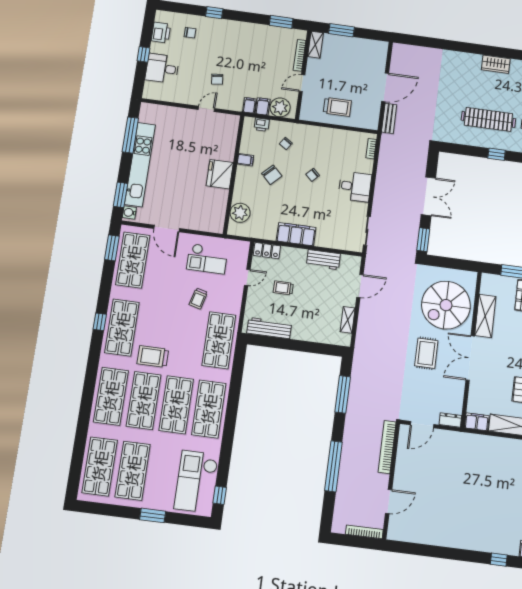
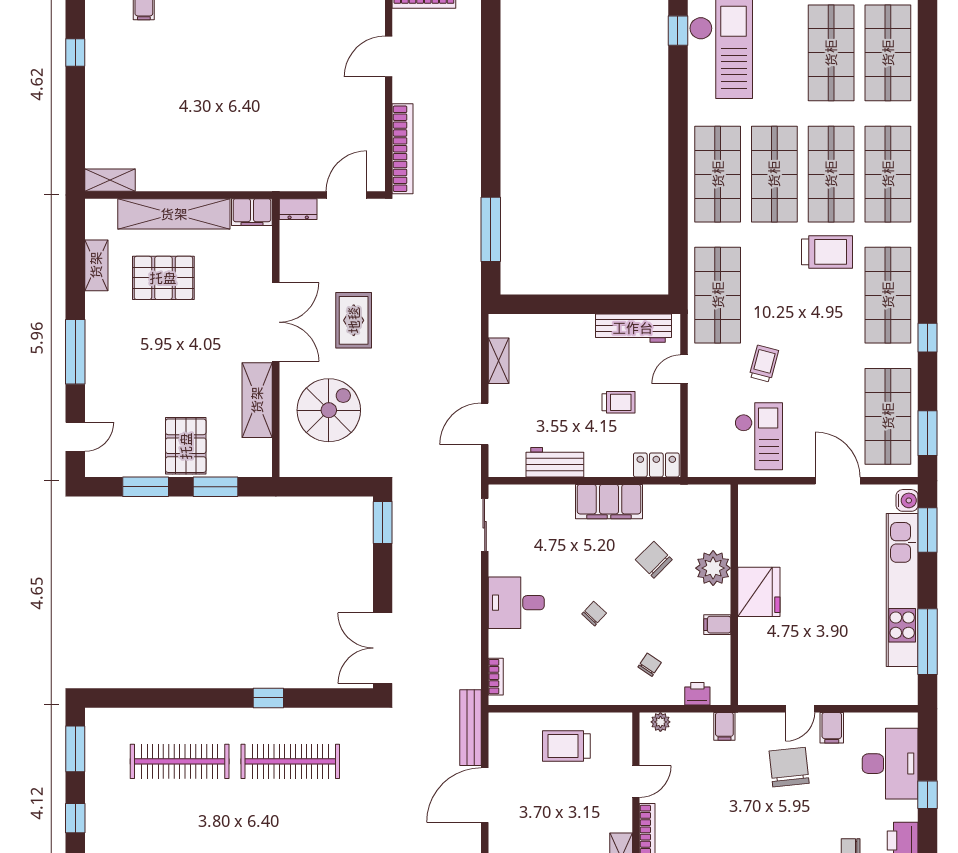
desk: (162, 68) -> (890, 764), width x1.37
chair: (217, 79) -> (789, 767), width x1.87, depth x1.87
filing cabinet: (263, 106) -> (832, 728), moved
plant: (280, 107) -> (660, 722), width x0.53, depth x0.53
bench: (389, 118) -> (470, 728), width x1.36
chair: (272, 175) -> (654, 560), moved
double door: (428, 196) -> (383, 648), moved
plant: (240, 213) -> (713, 568), moved
checkout: (207, 259) -> (759, 436), turned 90
door: (247, 277) -> (684, 369), moved
spiral stairs: (446, 305) -> (329, 410), width x0.73, depth x0.73
window: (100, 322) -> (928, 338), moved
window: (333, 466) -> (491, 104), removed

